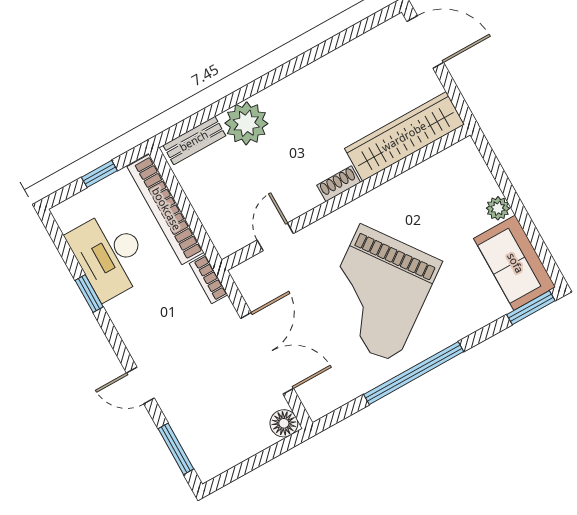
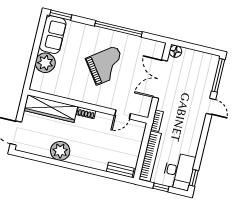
plant: (246, 123) -> (60, 151), moved
plant: (498, 208) -> (45, 63), width x1.87, depth x1.87
desk: (109, 255) -> (179, 171), moved
window: (89, 294) -> (194, 178), moved
grand piano: (378, 294) -> (106, 65), width x0.73, depth x0.68
window: (176, 449) -> (218, 75), width x1.44

